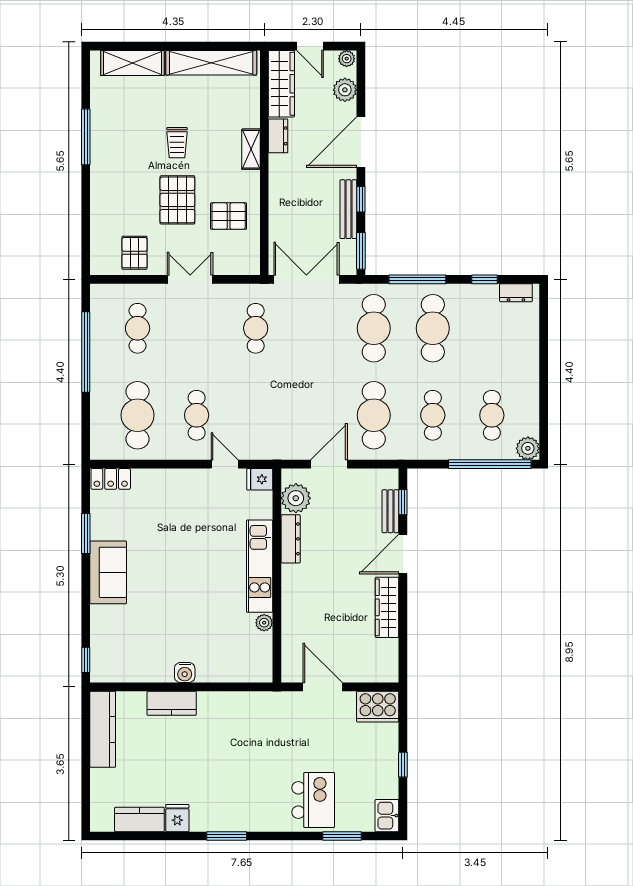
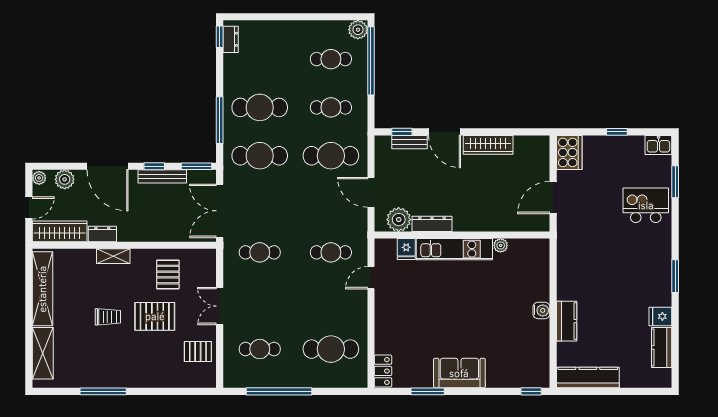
window: (485, 279) -> (220, 37), moved
cafe table: (197, 415) -> (331, 252), moved
fridge: (260, 479) -> (406, 249), moved

